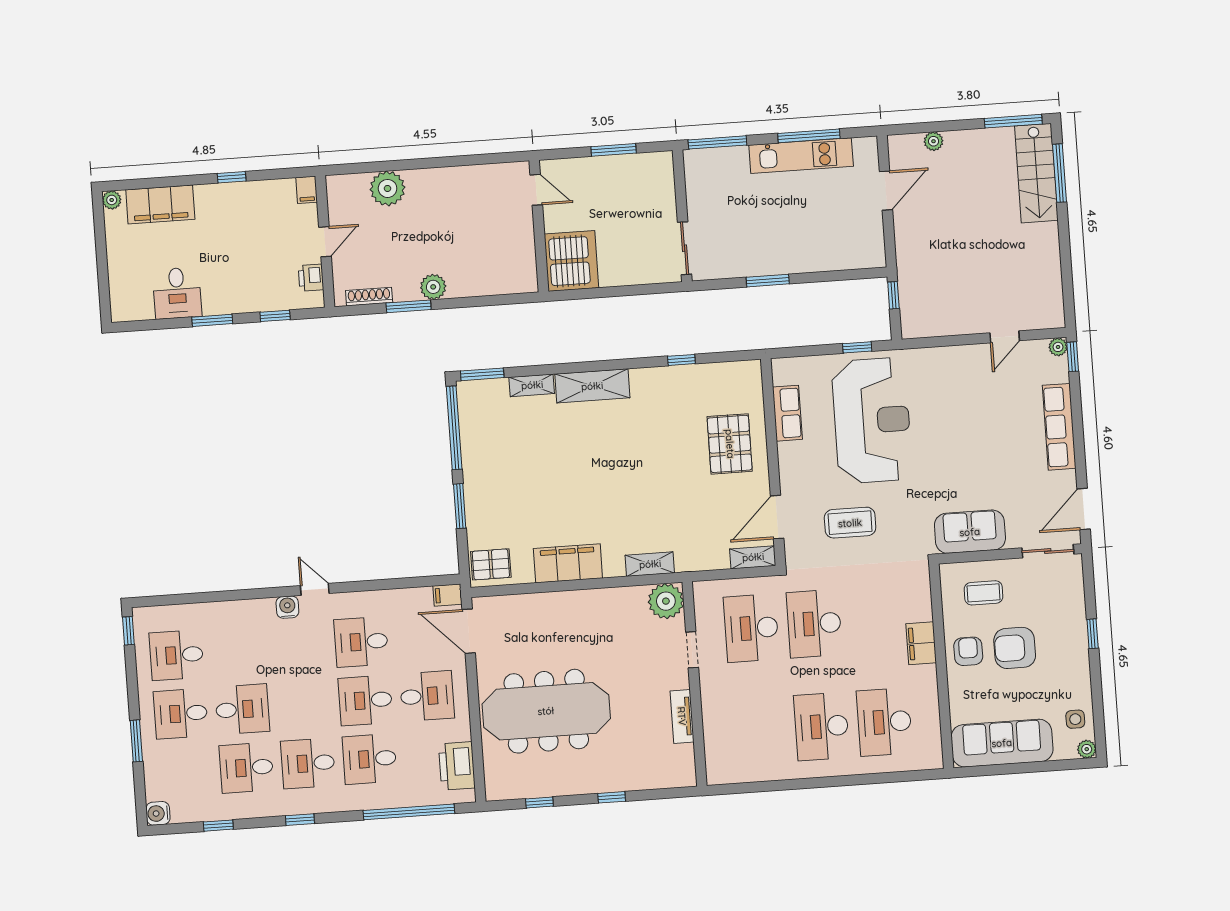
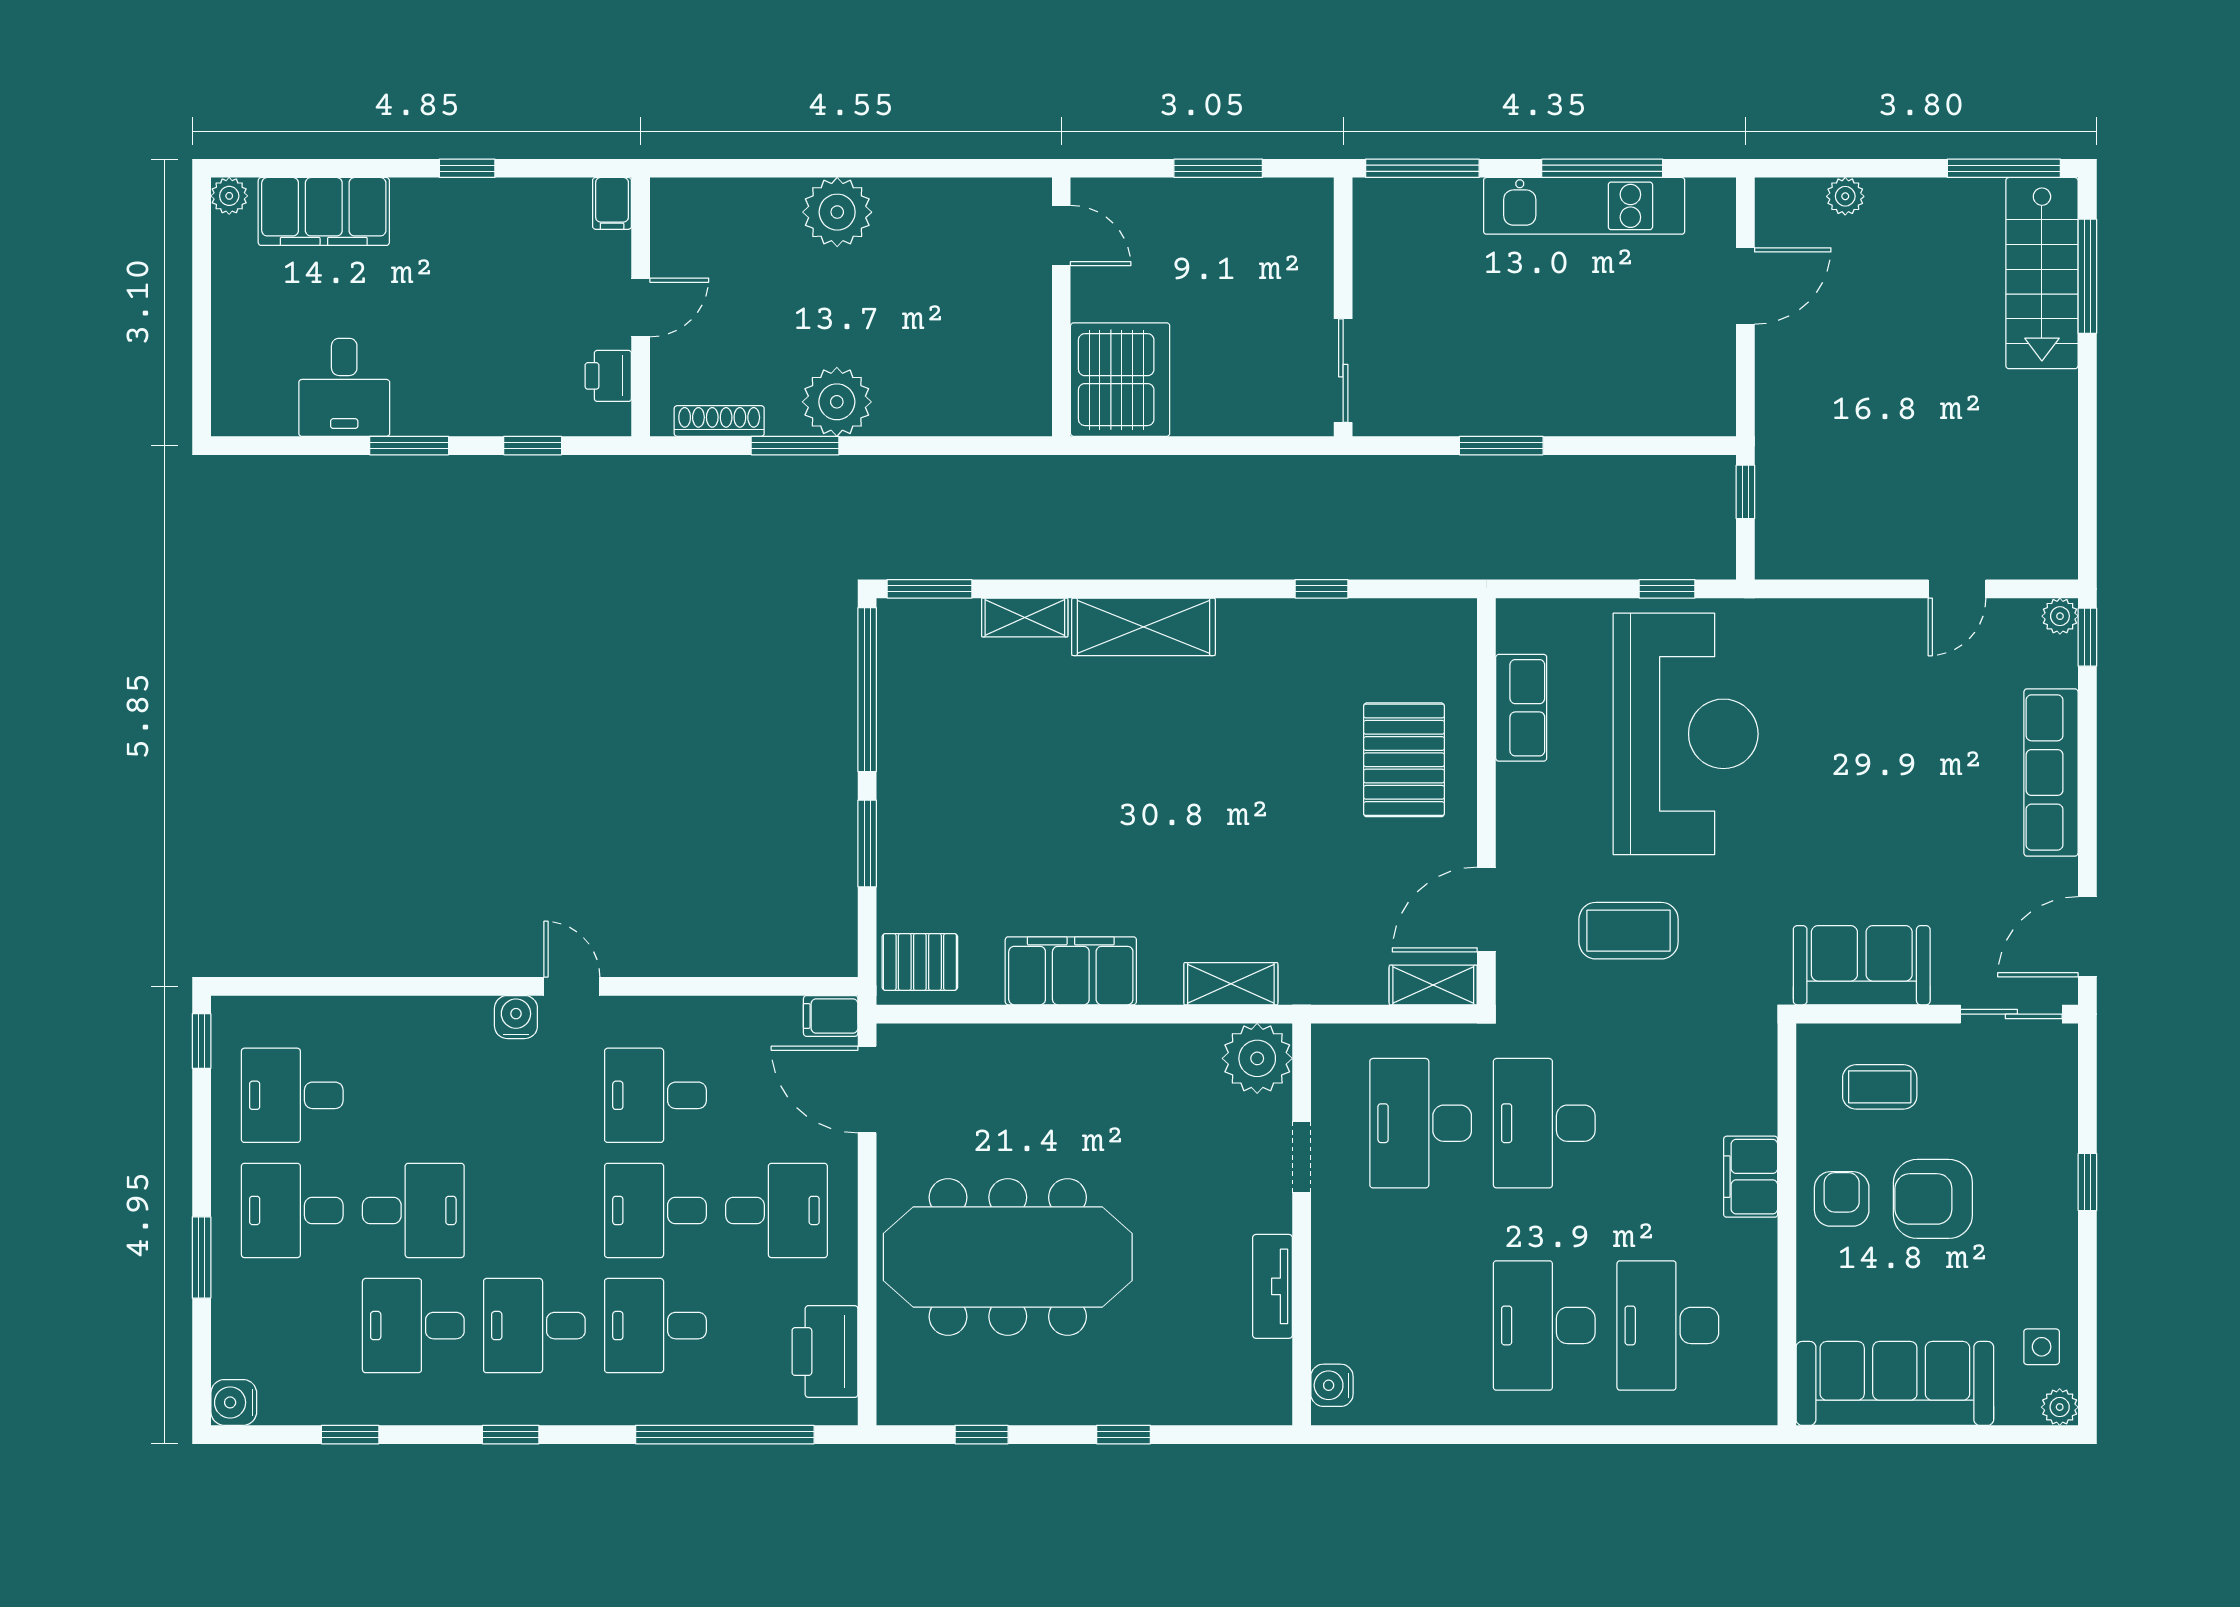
plant: (388, 188) -> (837, 212), moved
plant: (433, 287) -> (837, 402), width x1.36, depth x1.36
water cooler: (716, 765) -> (1332, 1385), added

